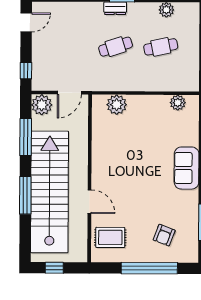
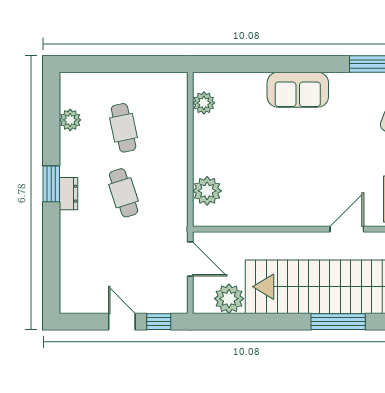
door: (26, 22) -> (122, 322), moved
plant: (42, 105) -> (229, 299), moved
window: (26, 137) -> (254, 322), removed

